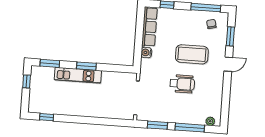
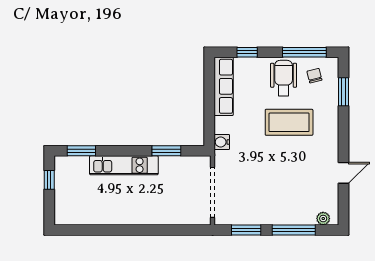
water cooler: (146, 53) -> (222, 142), moved
door: (228, 64) -> (344, 173), moved
window: (86, 66) -> (166, 151), moved
wheelchair: (182, 84) -> (284, 78), moved, turned -90
window: (47, 117) -> (82, 230), removed

